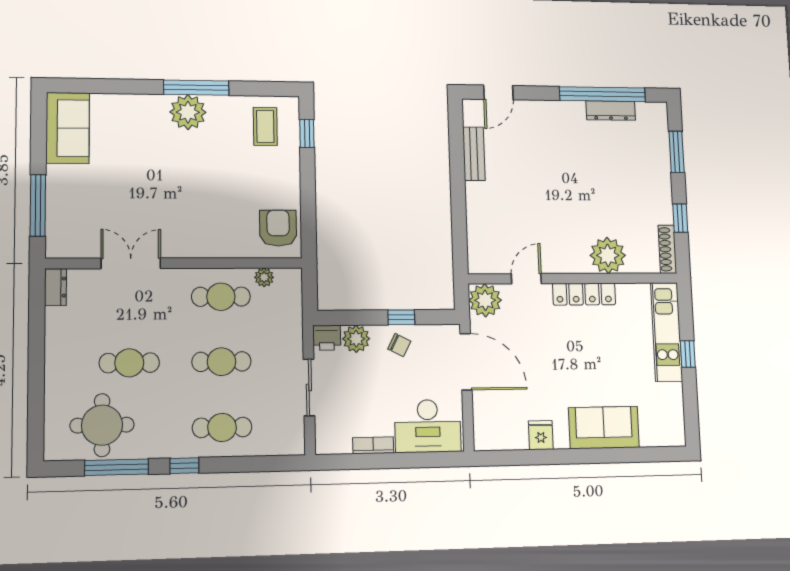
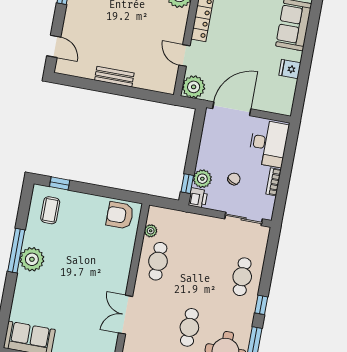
coffee table: (265, 126) -> (50, 210), turned 90
bench: (474, 154) -> (114, 77), moved
window: (401, 317) -> (187, 184), moved
chair: (399, 345) -> (234, 179), moved
cafe table: (221, 362) -> (200, 269), removed
sliding door: (309, 387) -> (244, 219), moved

